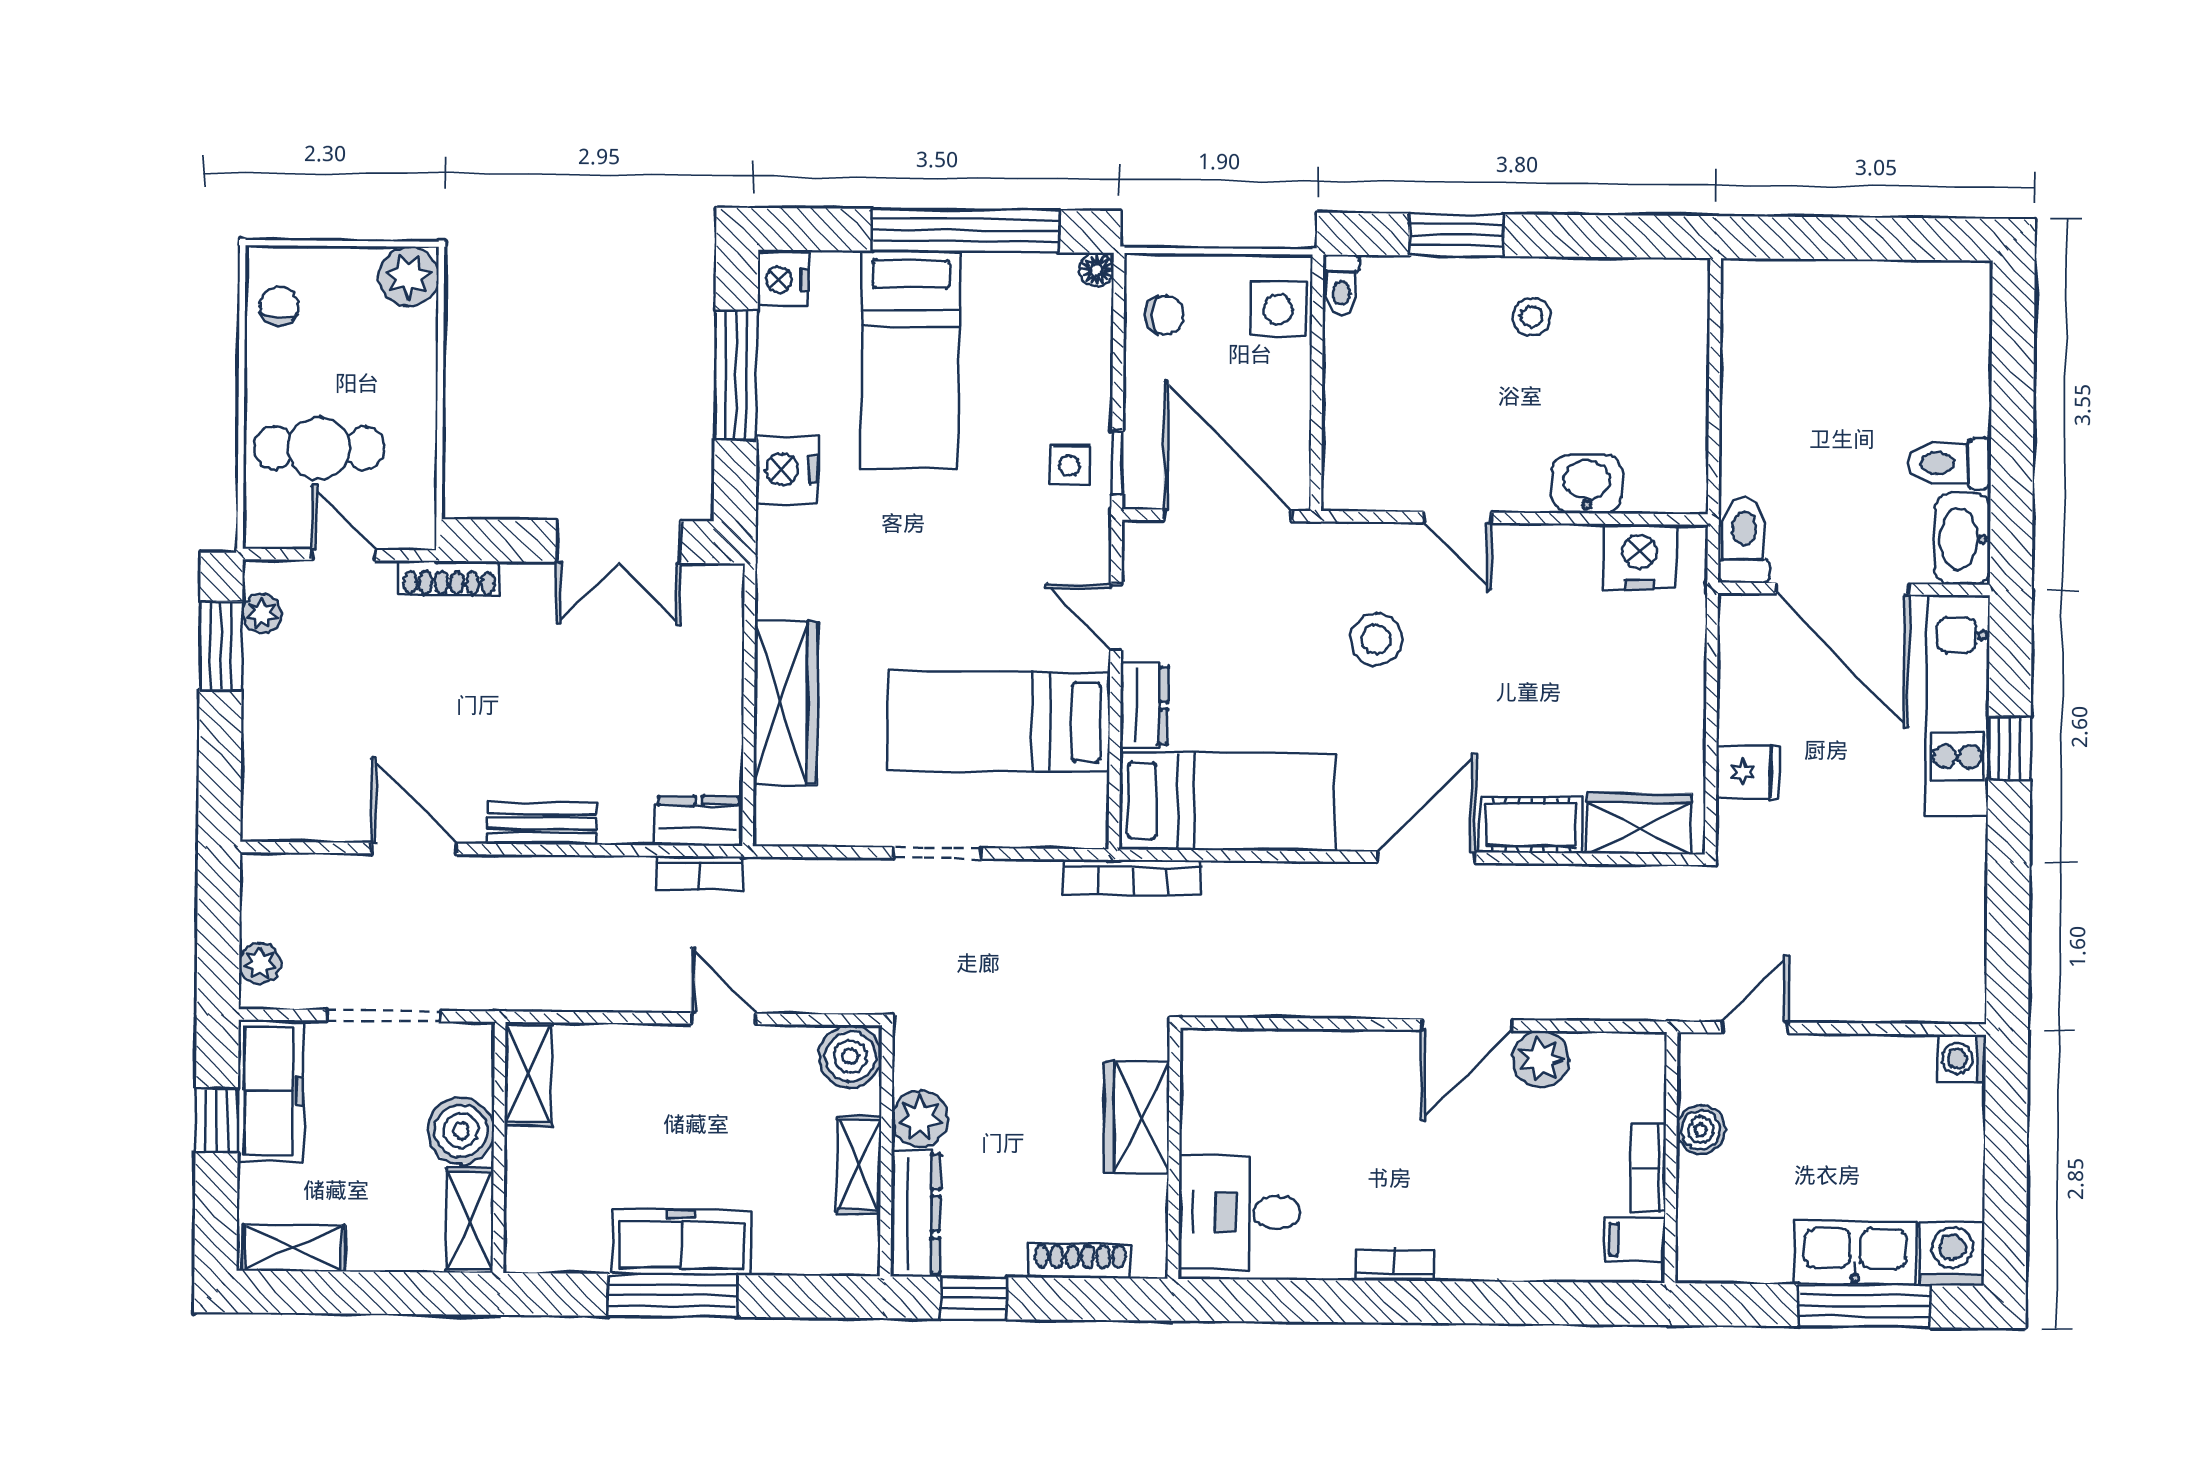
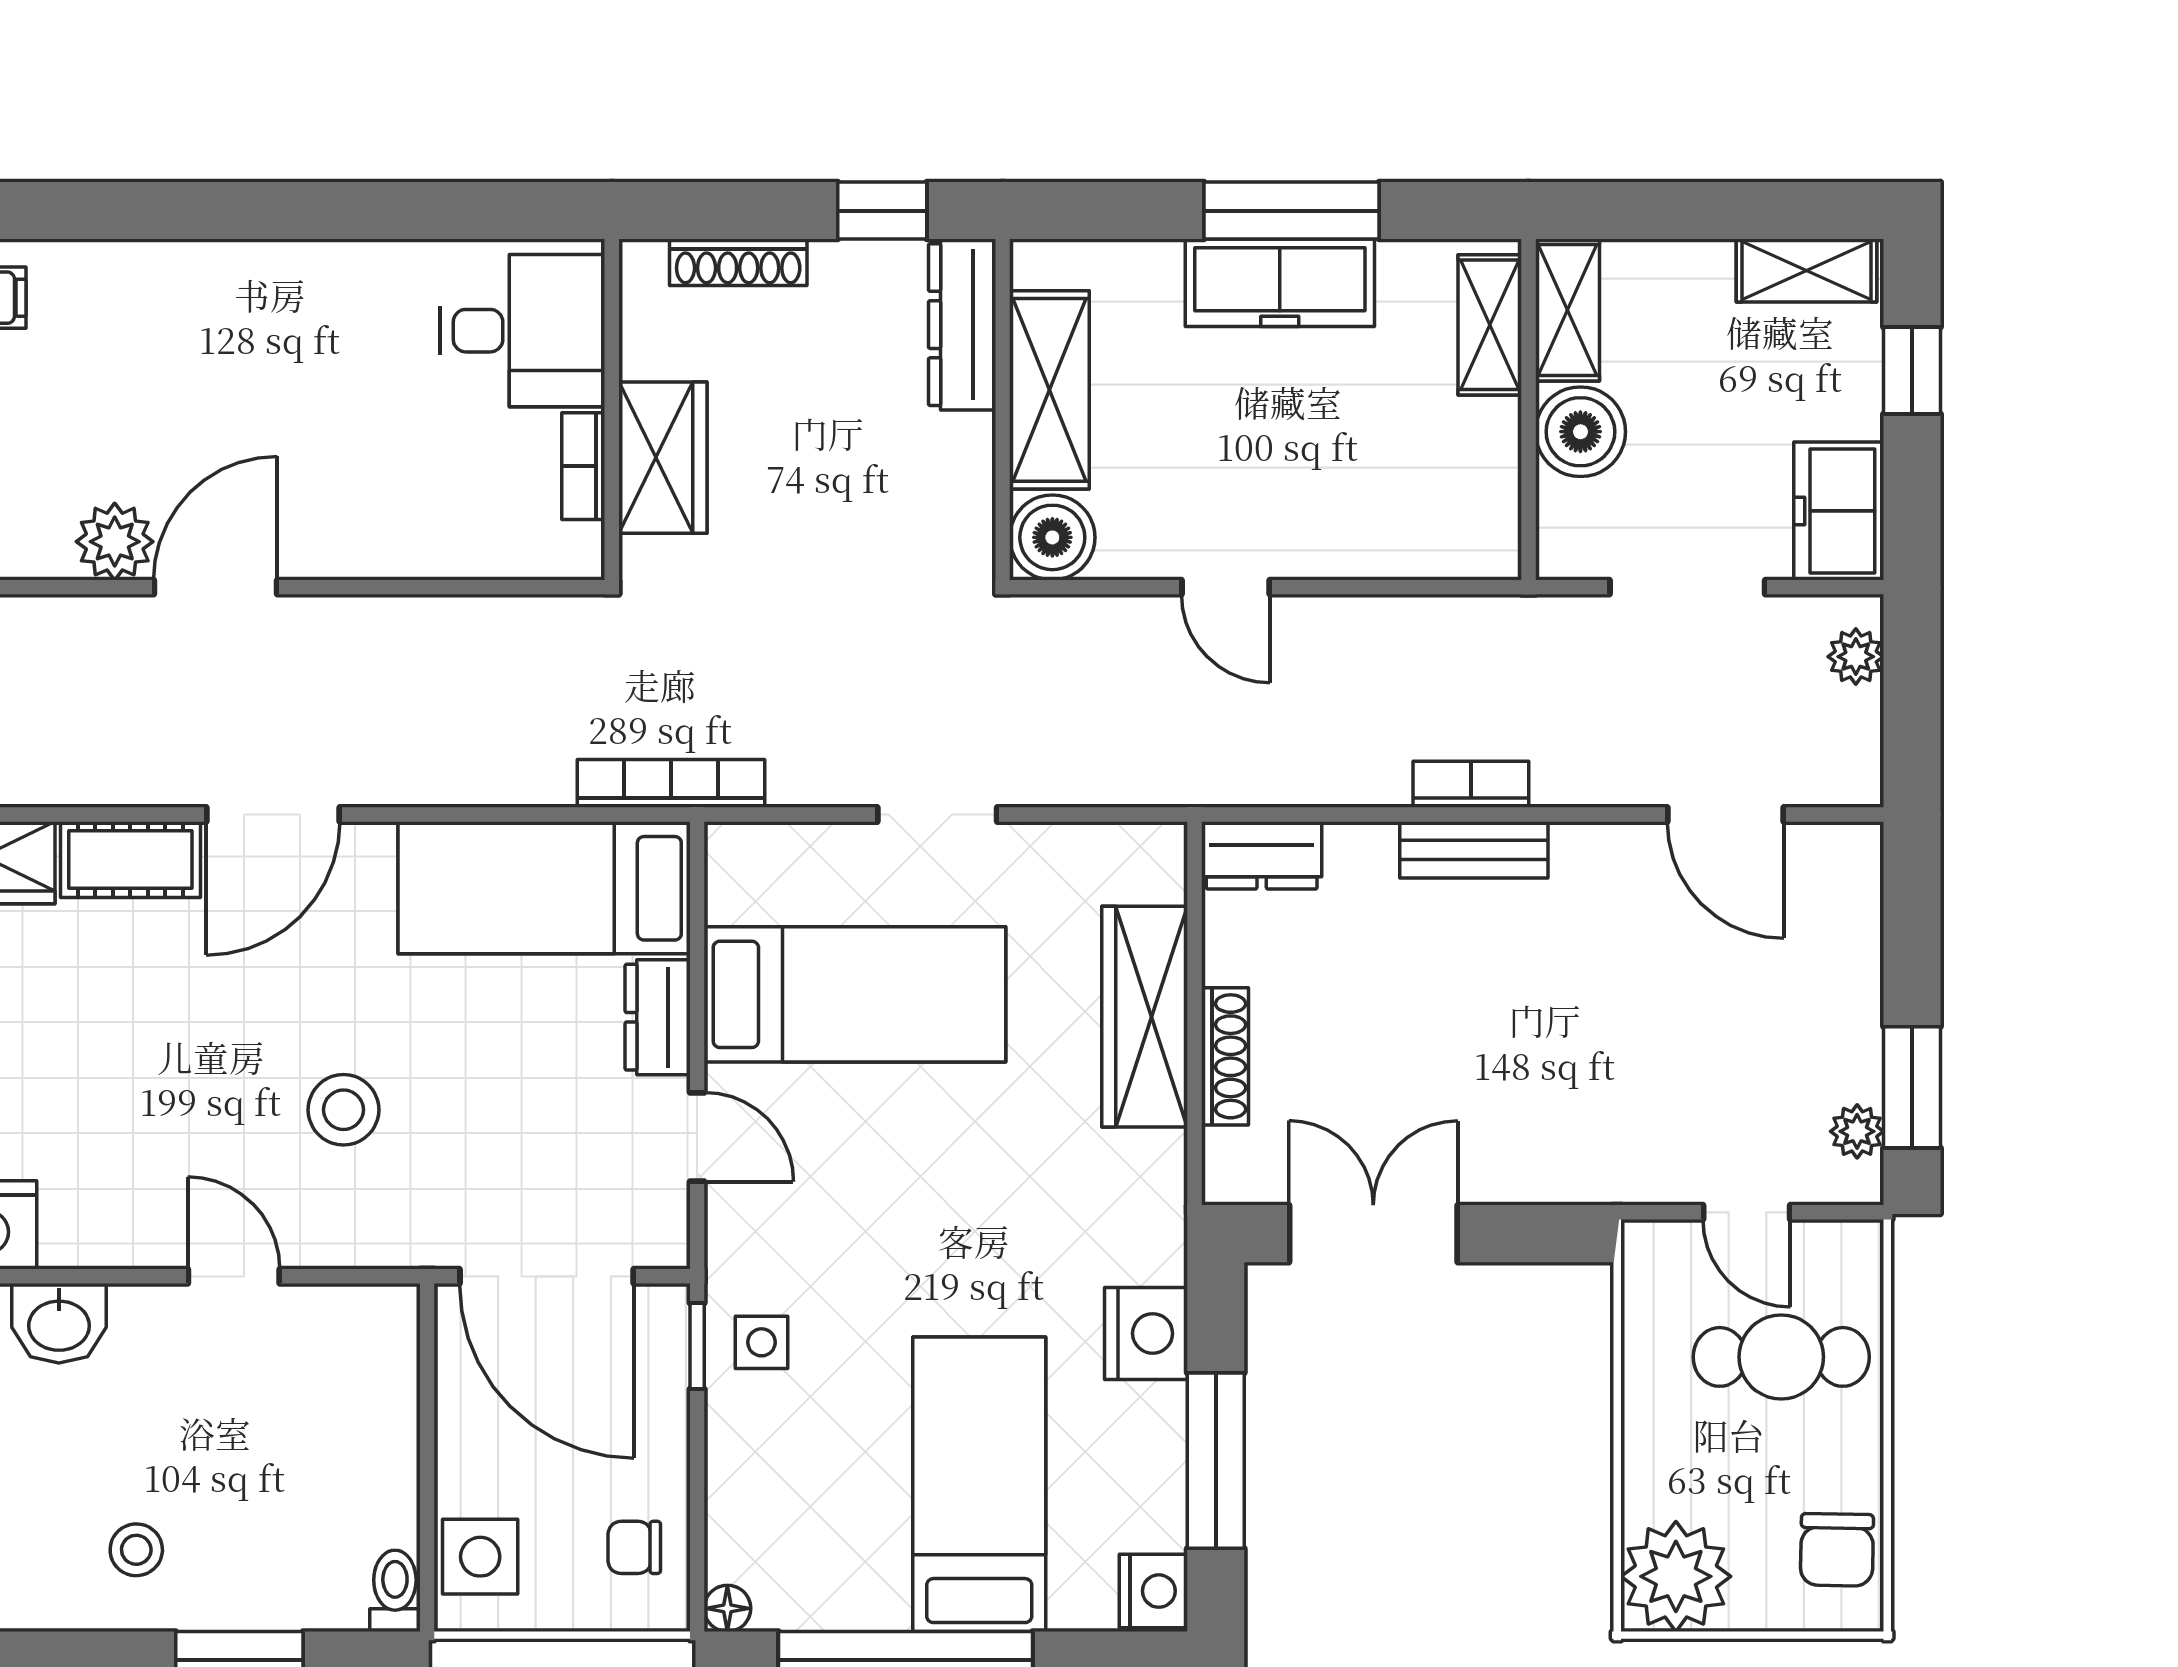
plant: (409, 276) -> (1676, 1576), width x1.36, depth x1.36
chair: (279, 306) -> (1837, 1550), width x1.37, depth x1.37
shoe rack: (449, 578) -> (1225, 1056), moved, turned 90
door: (414, 848) -> (1726, 814), moved
bookcase: (699, 873) -> (1471, 784), moved
shelving: (528, 1074) -> (1490, 325), moved
freezer: (271, 1091) -> (1839, 511), width x0.71
plant: (920, 1118) -> (958, 454), removed
window: (217, 1120) -> (1912, 370), moved
shelving: (859, 1165) -> (1049, 390), width x1.50, depth x1.33
bookcase: (1394, 1265) -> (583, 466), moved, turned 90

